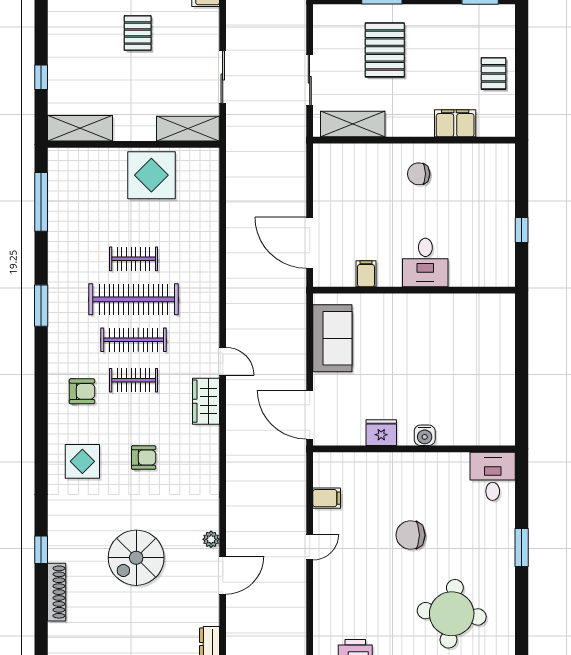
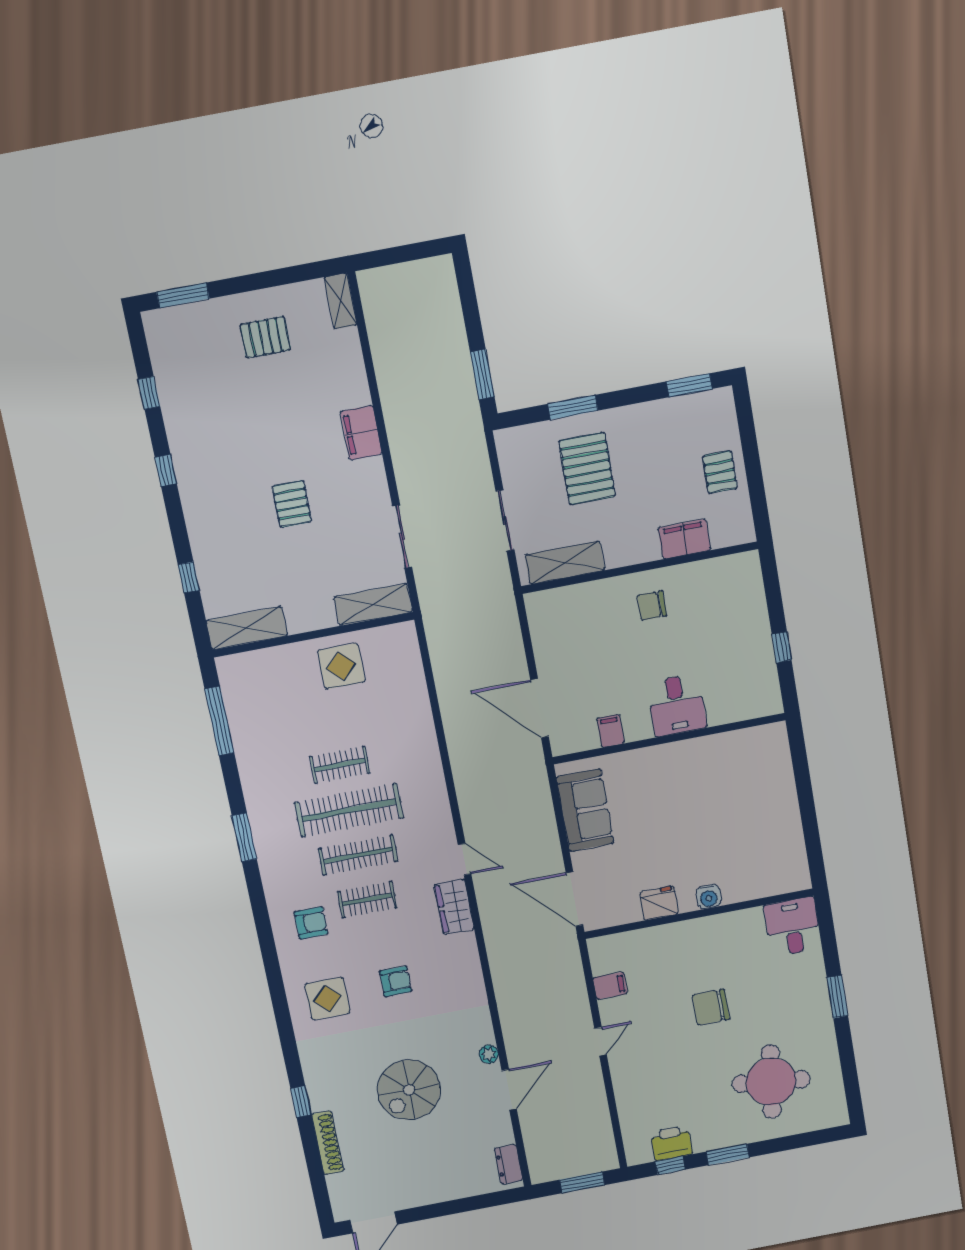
display table: (151, 175) -> (341, 666), width x0.73, depth x0.73

